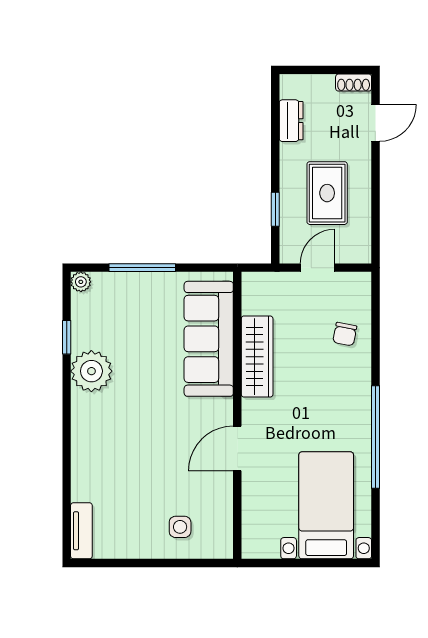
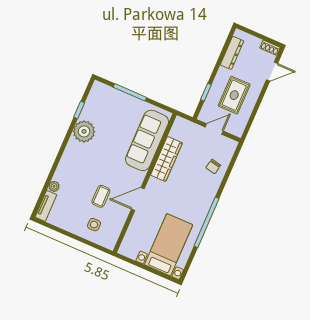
dresser: (291, 121) -> (232, 53), width x1.44
plant: (81, 282) -> (54, 186), moved
coffee table: (171, 472) -> (101, 196), added

